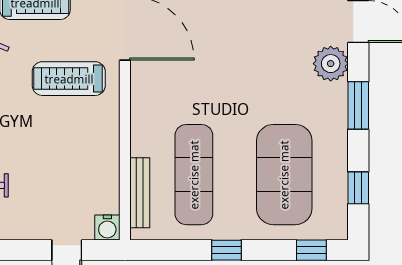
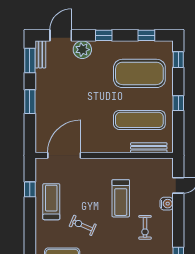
treadmill: (69, 79) -> (121, 198), moved
window: (358, 105) -> (104, 35), width x0.67
water cooler: (107, 227) -> (167, 204), moved

